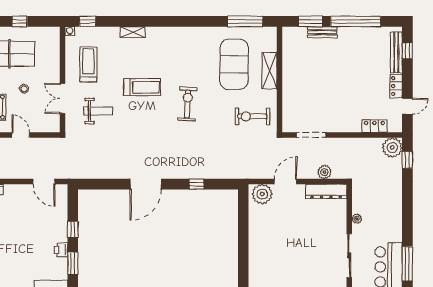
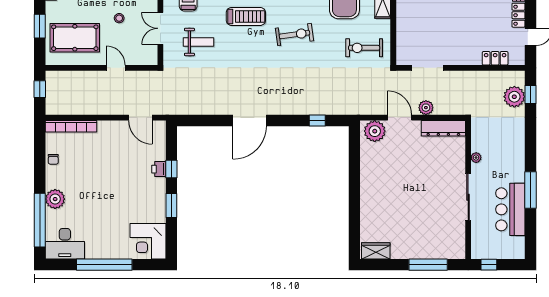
exercise bike: (187, 104) -> (294, 34), turned 79
plant: (392, 148) -> (514, 97), moved
plant: (324, 172) -> (426, 108), moved
door: (286, 182) -> (400, 118), hinge flipped
window: (197, 184) -> (317, 120), moved
printer: (61, 250) -> (159, 169), moved
window: (407, 264) -> (530, 190), moved

